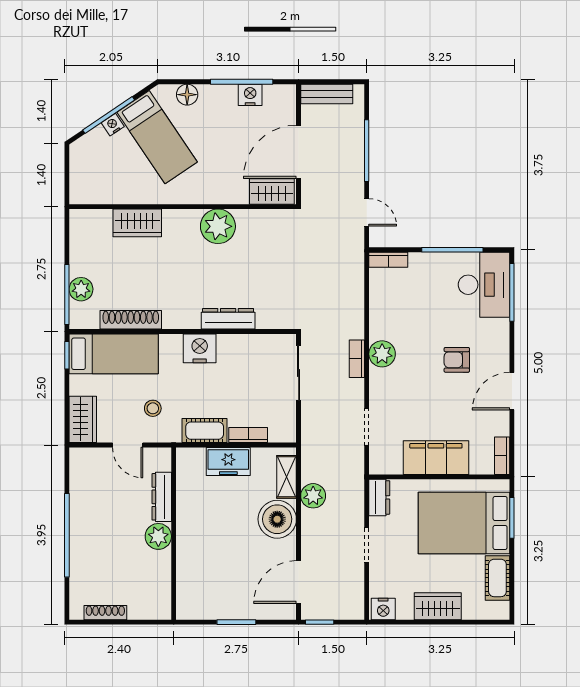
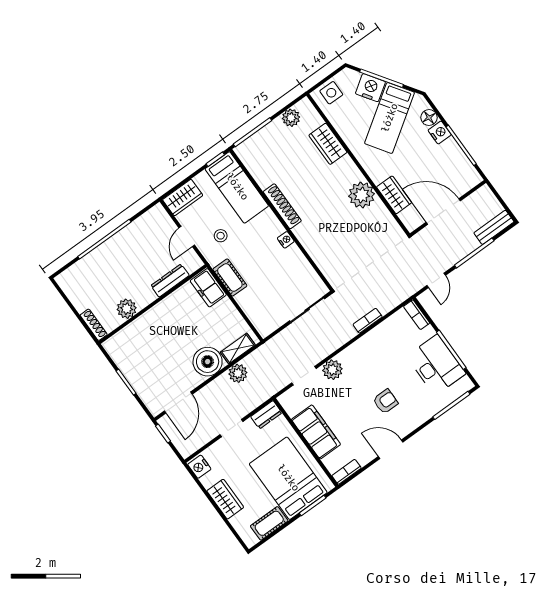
bench: (327, 94) -> (494, 227), moved, turned 90
nightstand: (250, 95) -> (440, 132), moved
nightstand: (113, 125) -> (370, 88), width x1.89, depth x1.79
side table: (85, 180) -> (331, 93), added
wardrobe: (272, 191) -> (394, 195), moved
desk: (484, 285) -> (436, 365), moved, turned -90
plant: (81, 289) -> (291, 118), moved
dresser: (228, 319) -> (309, 242), removed
shoe rack: (131, 320) -> (282, 206), moved
nightstand: (200, 348) -> (286, 240), width x0.53, depth x0.56
plant: (382, 354) -> (332, 370), moved
bookcase: (357, 359) -> (368, 321), moved
armchair: (457, 360) -> (385, 401), turned 90
bookcase: (248, 435) -> (246, 306), removed
freezer: (228, 461) -> (208, 288), moved
plant: (158, 536) -> (127, 309), moved
door: (299, 582) -> (178, 403), swing flipped
shoe rack: (105, 613) -> (94, 325), moved

